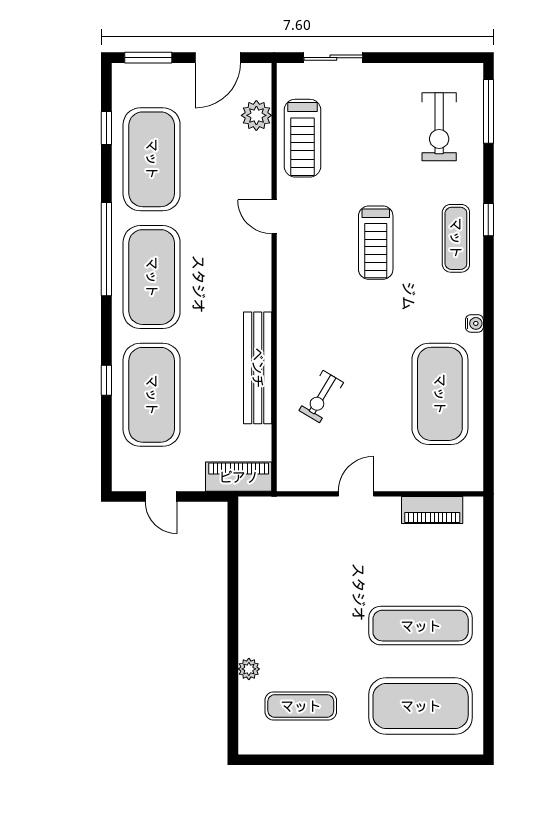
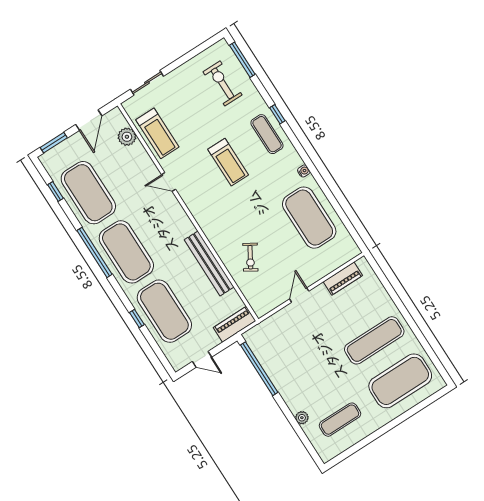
exercise bike: (439, 127) -> (222, 83), turned 180
window: (233, 561) -> (259, 369), added

